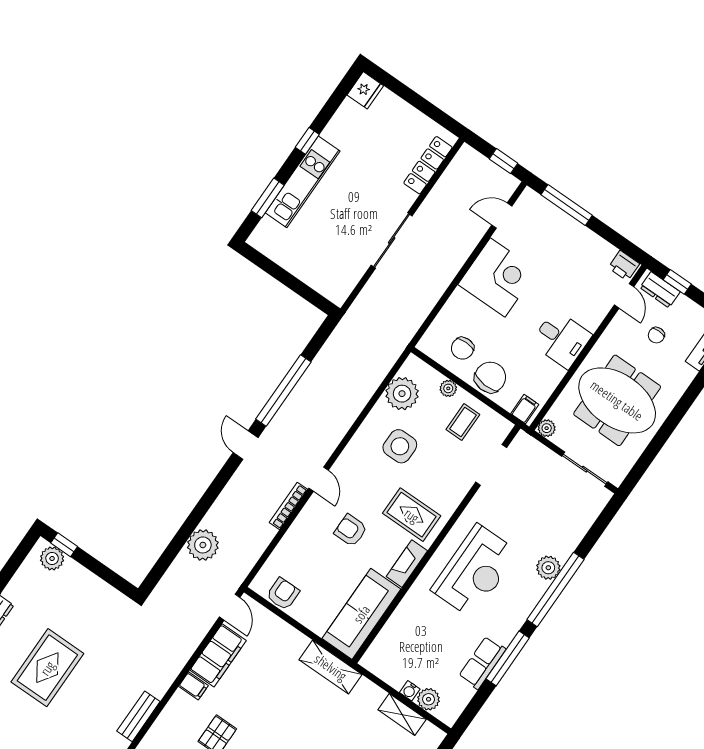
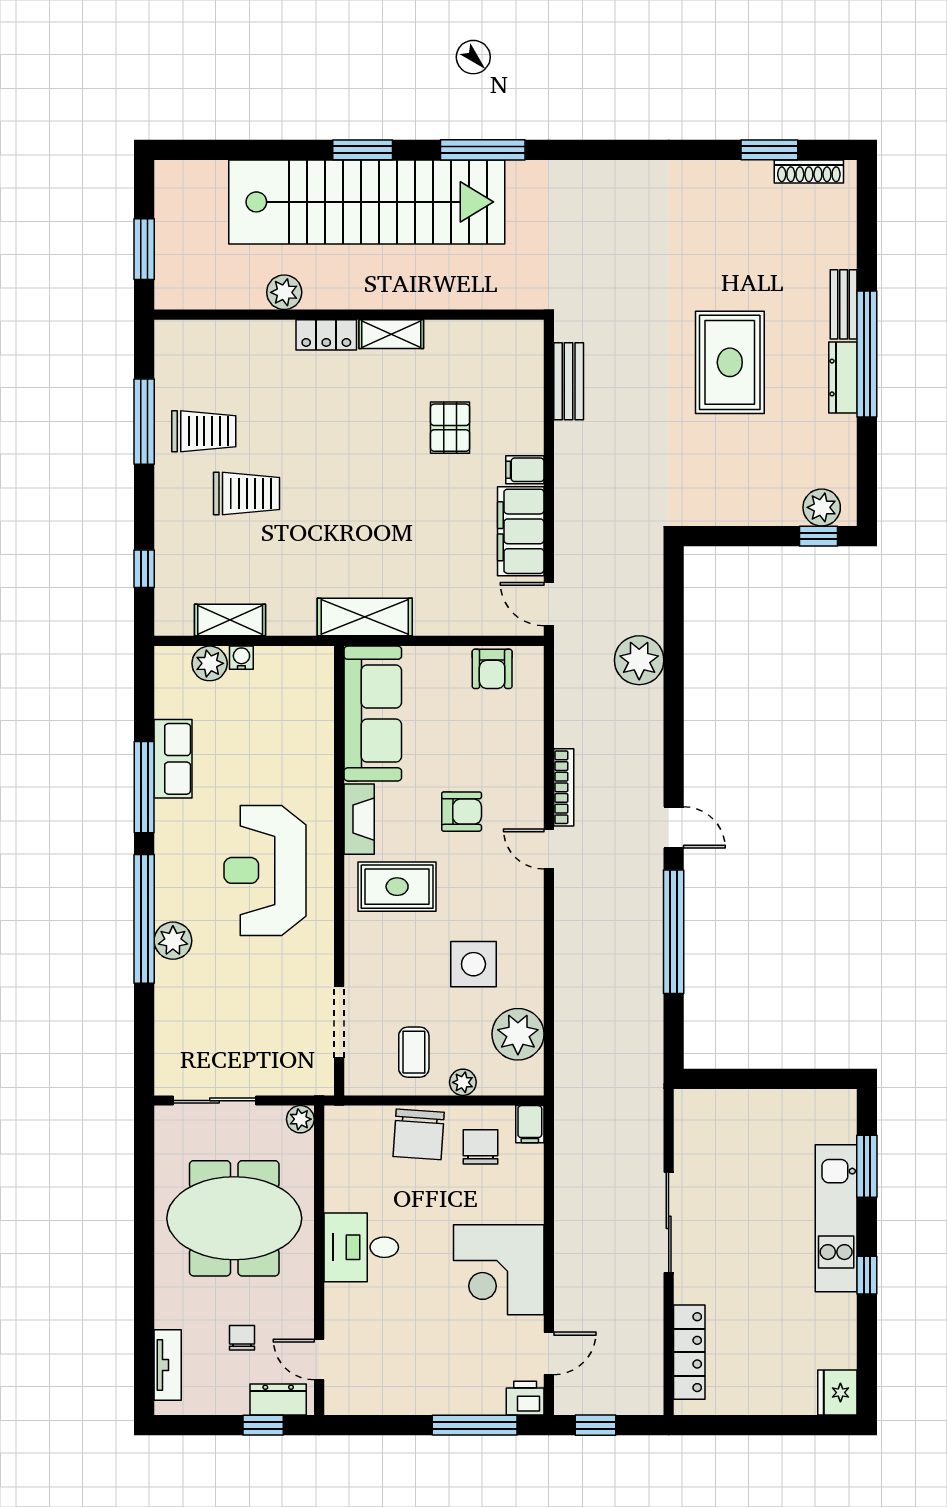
printer: (624, 266) -> (525, 1398), moved
filing cabinet: (525, 409) -> (530, 1124), moved

